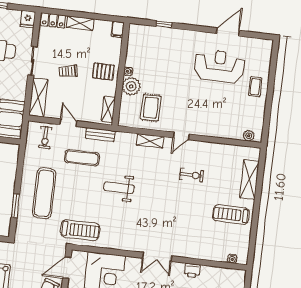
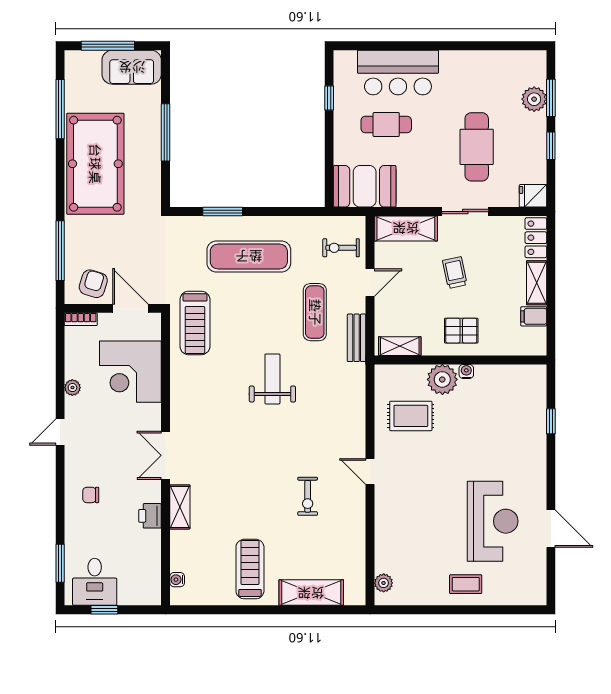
filing cabinet: (118, 29) -> (534, 316), moved
pallet: (103, 72) -> (461, 331), turned 90
shelving: (150, 141) -> (180, 507), moved

